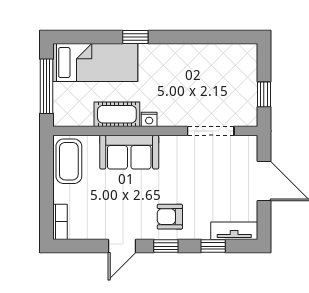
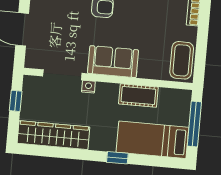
wardrobe: (215, 57) -> (53, 135), added
nightstand: (149, 119) -> (88, 87), moved
sofa: (129, 152) -> (113, 62), moved

